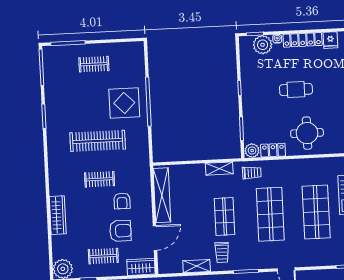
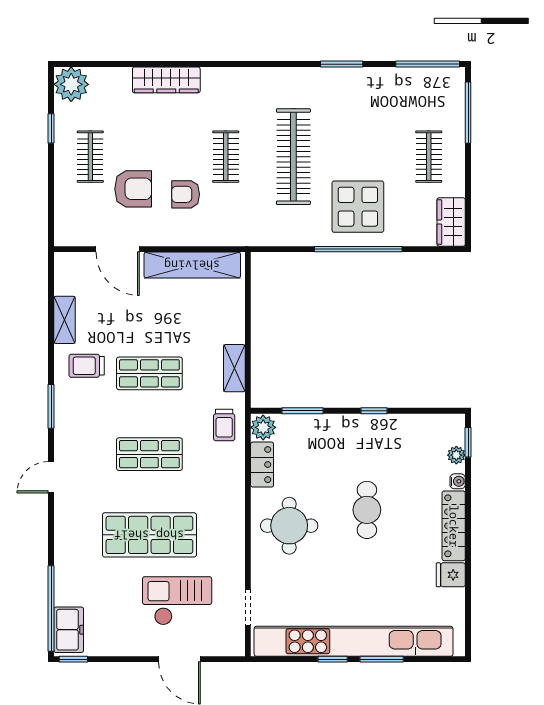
plant: (263, 45) -> (456, 455), width x0.53, depth x0.53
shop shelf: (270, 214) -> (149, 454), width x0.70, depth x0.74
armchair: (120, 231) -> (133, 189), turned -90
wardrobe: (141, 267) -> (451, 222), moved, turned 180

